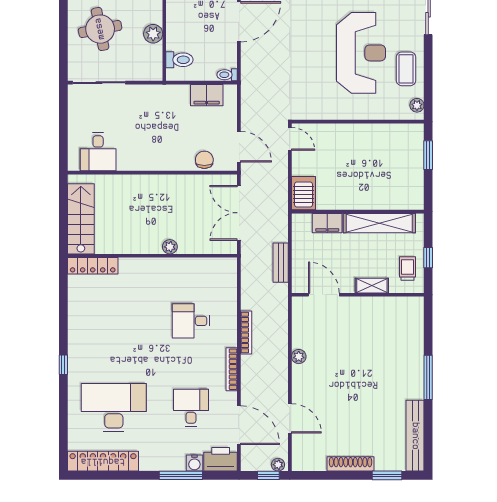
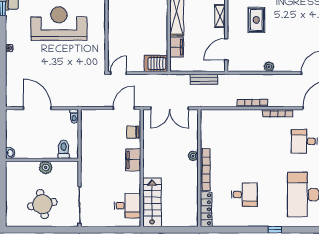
filing cabinet: (207, 95) -> (133, 160), moved, turned 180
stairs: (81, 219) -> (152, 202), moved, turned 90
bookcase: (150, 264) -> (205, 170), added
desk: (191, 321) -> (244, 195), moved, turned -90
rug: (366, 338) -> (256, 20), added

